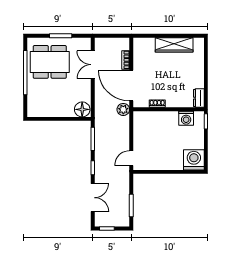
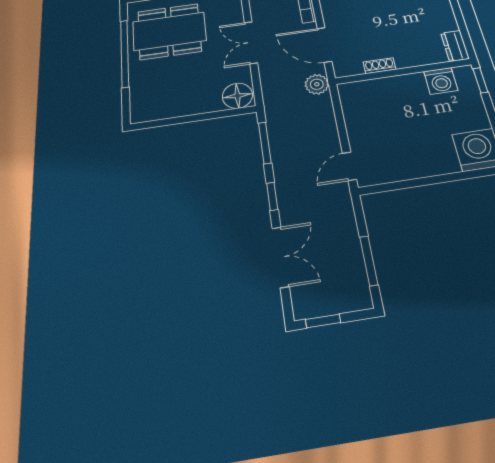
double door: (93, 65) -> (251, 43), moved
door: (131, 86) -> (325, 45), width x0.73

